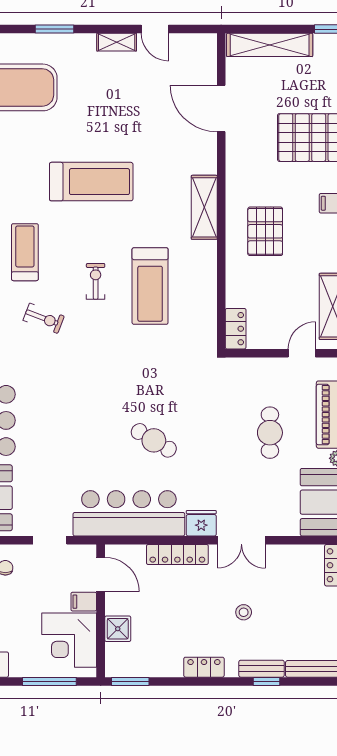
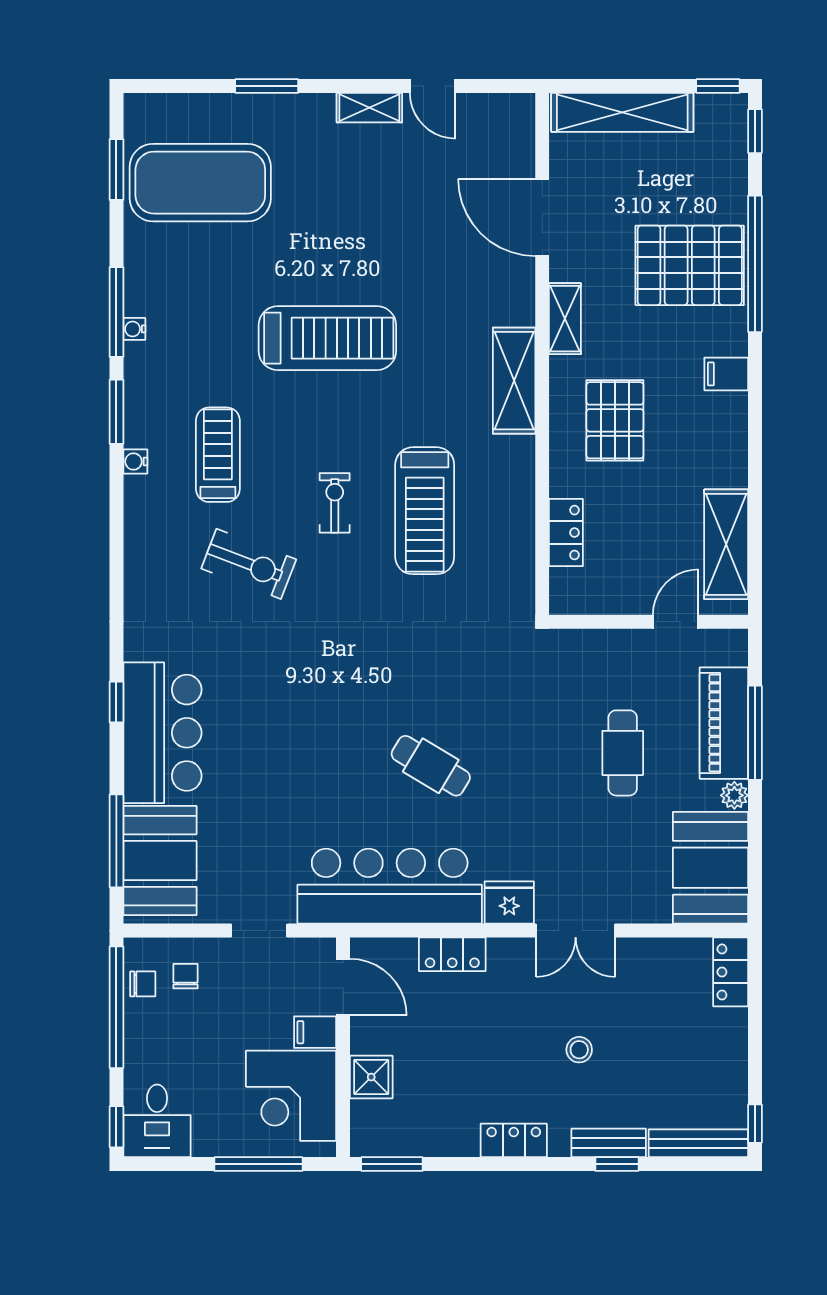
shelving: (235, 170) -> (565, 319), added
exercise bike: (44, 318) -> (249, 564), width x1.38, depth x1.39
locker: (236, 329) -> (566, 533), moved
locker: (177, 555) -> (452, 954), width x0.66

